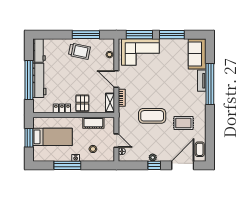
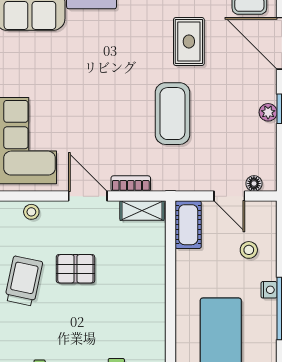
door: (116, 79) -> (88, 196), swing flipped
pallet: (82, 103) -> (75, 269), moved
locker: (62, 108) -> (155, 321), removed
cot: (93, 123) -> (188, 225), moved
door: (116, 141) -> (229, 196), swing flipped

